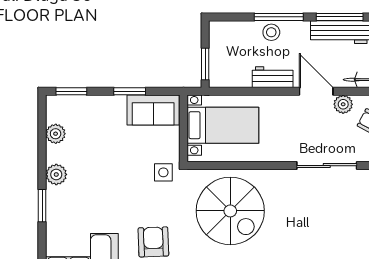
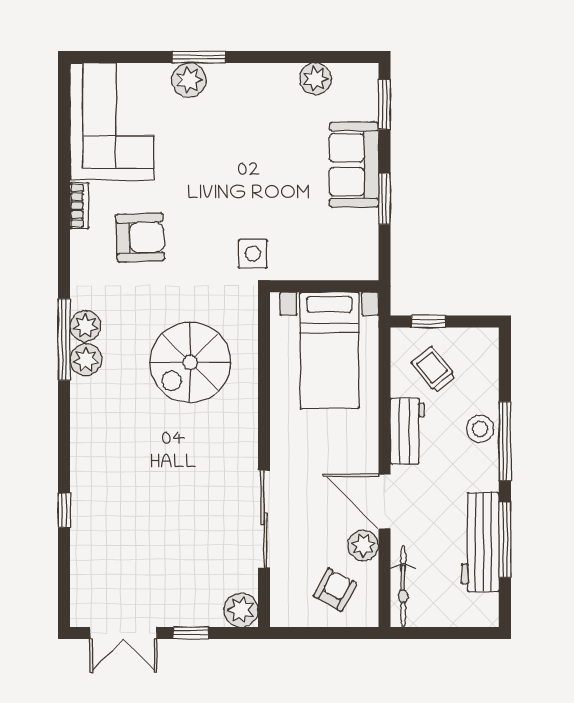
trolley: (235, 61) -> (434, 370), added
window: (205, 64) -> (429, 321), width x0.67
door: (316, 91) -> (384, 502), swing flipped
sofa: (153, 110) -> (354, 165), moved
plant: (56, 174) -> (189, 80), moved
spiral stairs: (230, 211) -> (190, 362), width x0.73, depth x0.73

